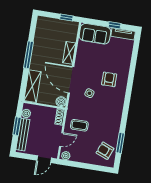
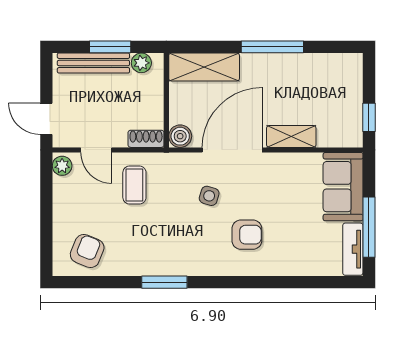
window: (115, 25) -> (369, 227), width x2.17
window: (120, 143) -> (164, 282), moved

